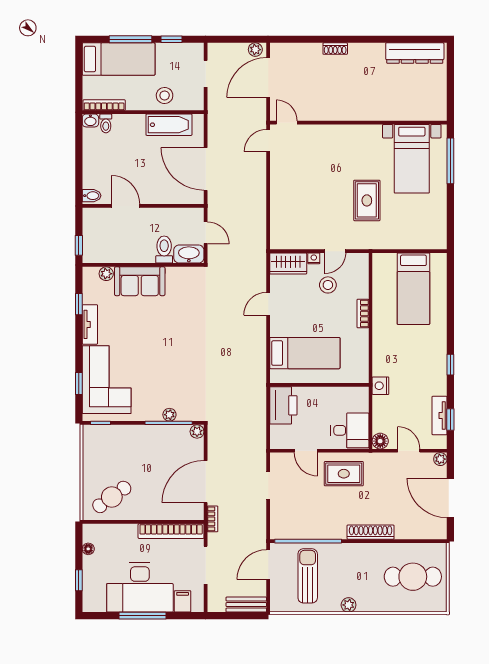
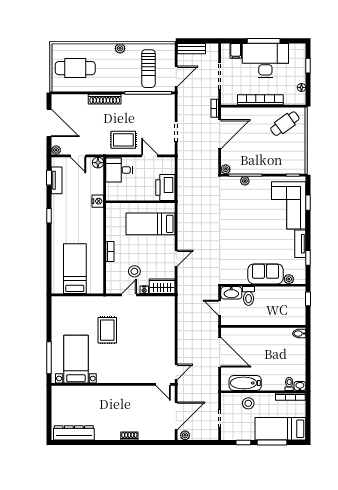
door: (126, 206) -> (275, 326), removed
bookcase: (171, 531) -> (260, 100), moved

